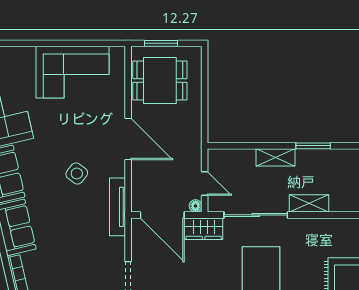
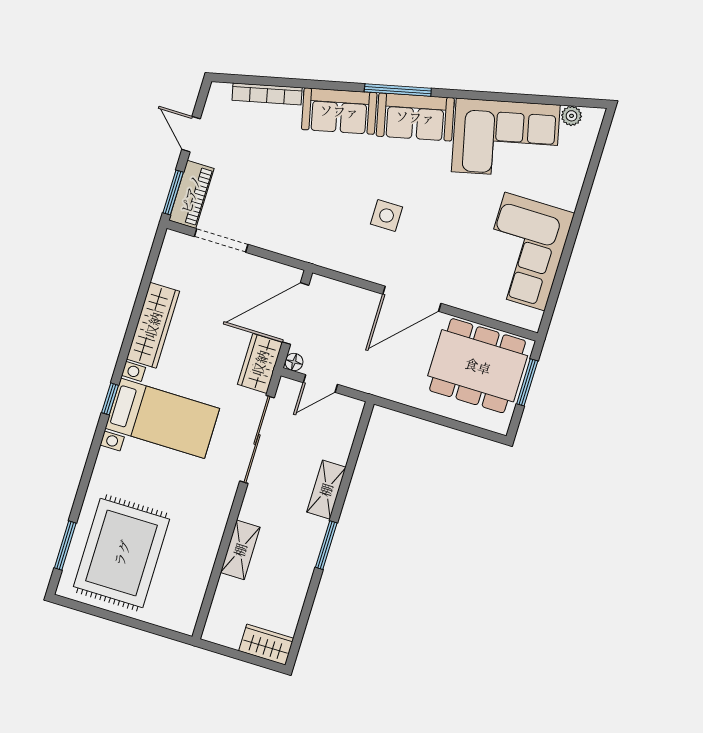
dining table: (160, 81) -> (478, 366), width x1.37
side table: (77, 174) -> (387, 215), turned -37
shelving: (309, 203) -> (240, 550), moved
tv unit: (117, 207) -> (325, 256), removed

